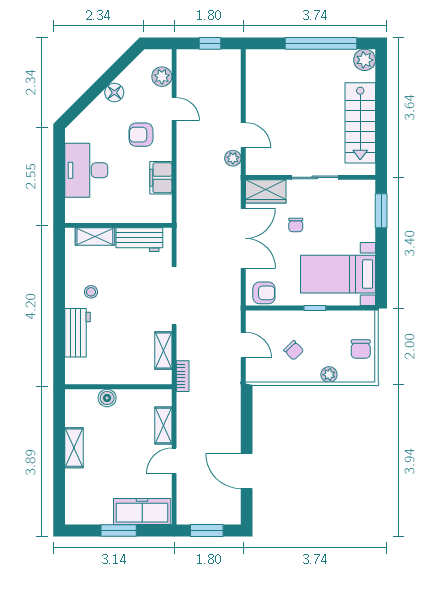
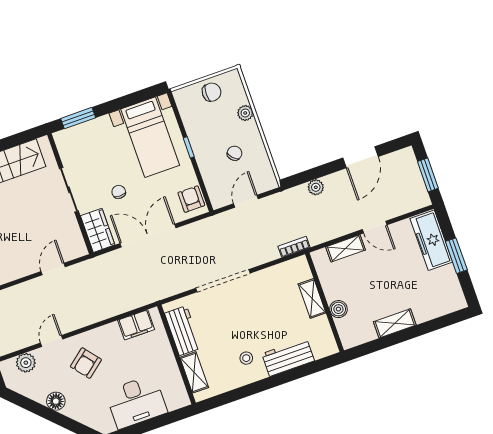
armchair: (141, 135) -> (86, 363), turned 51
plant: (233, 158) -> (316, 187), moved
filing cabinet: (161, 178) -> (136, 325), moved
chair: (296, 225) -> (119, 192), turned -90
shelving: (163, 350) -> (312, 298), moved, turned 90

